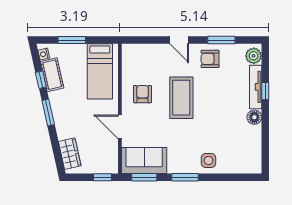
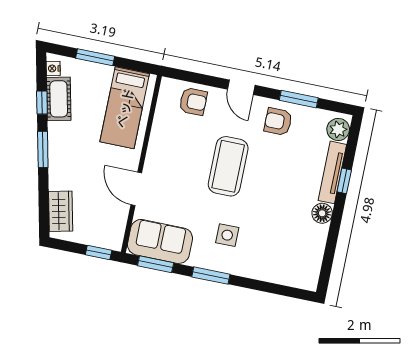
armchair: (143, 94) -> (193, 101), moved, turned 90
side table: (208, 160) -> (227, 235), moved

